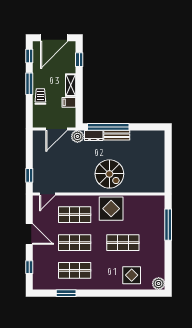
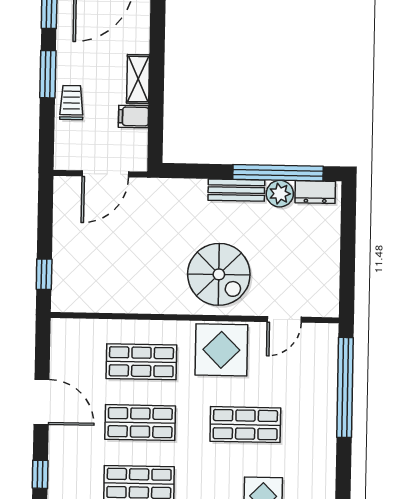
window: (79, 60) -> (158, 24), removed
window: (108, 127) -> (278, 173), moved
dresser: (94, 135) -> (315, 192), moved
plant: (77, 136) -> (280, 194), moved
door: (47, 194) -> (284, 319), moved
window: (168, 225) -> (345, 387), width x1.46

